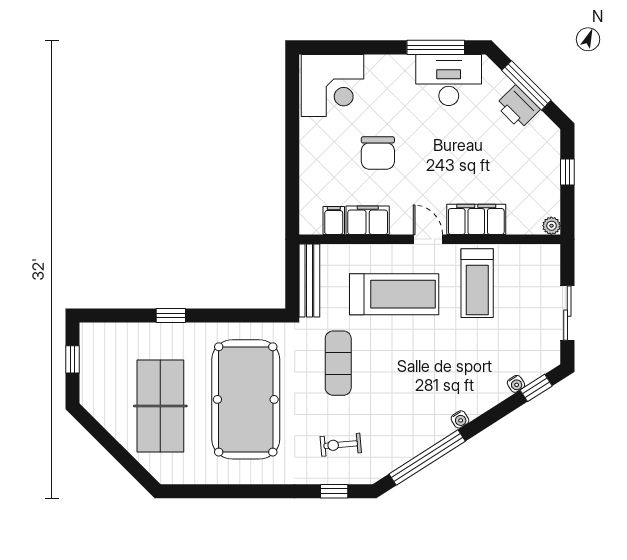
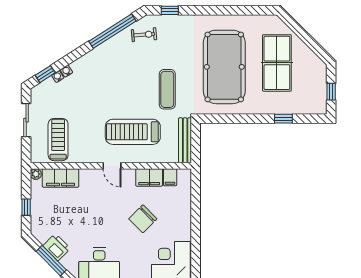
chair: (378, 153) -> (143, 219), turned -135
filing cabinet: (476, 219) -> (61, 178), moved
treadmill: (477, 283) -> (58, 140), moved
window: (171, 316) -> (283, 119), moved
water cooler: (460, 419) -> (66, 71), moved
exercise bike: (341, 445) -> (144, 35), moved

